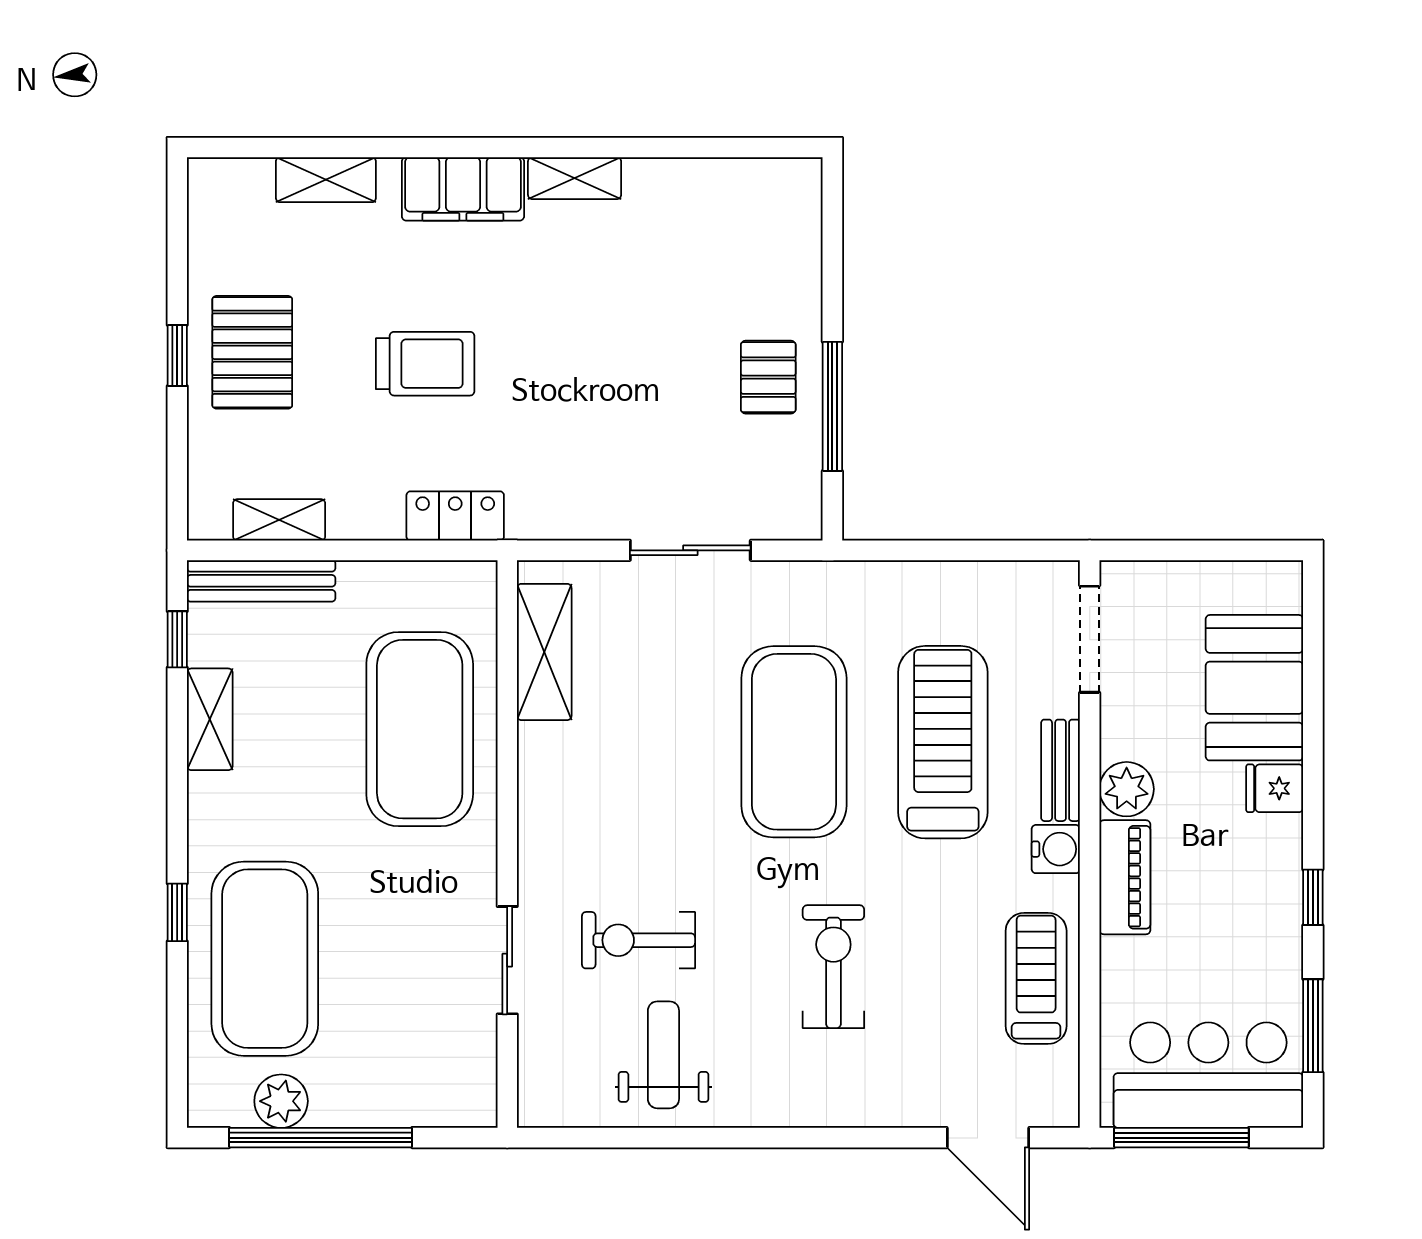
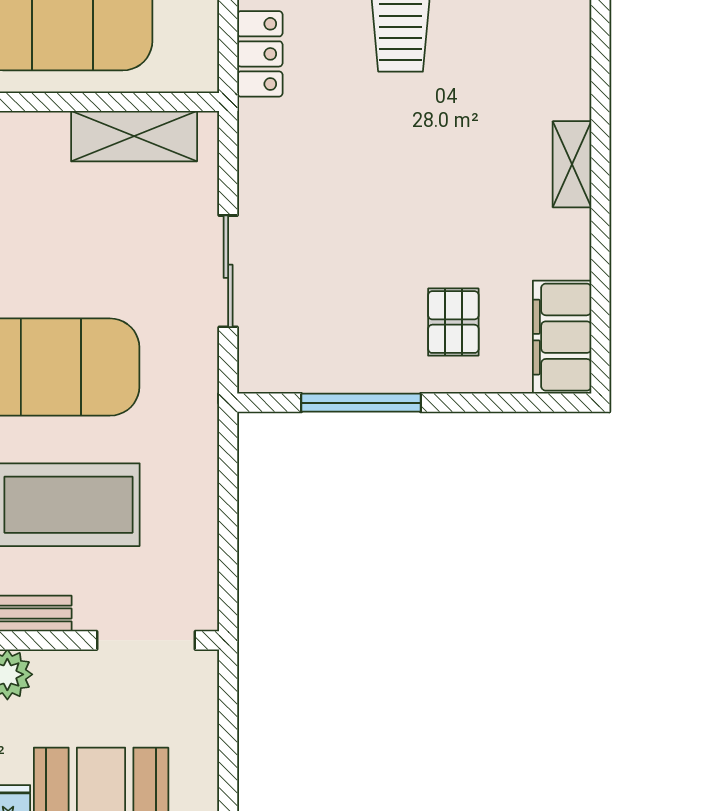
filing cabinet: (463, 189) -> (562, 337), moved
pallet: (768, 377) -> (453, 322), moved, turned 90

